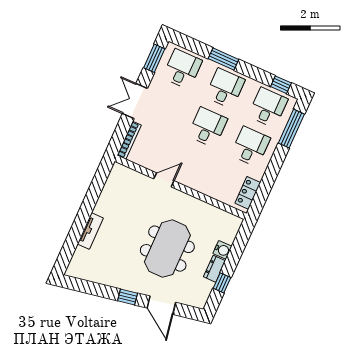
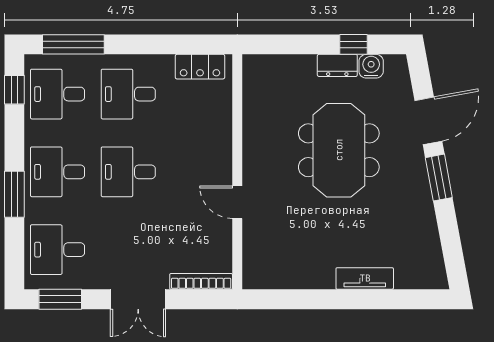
meeting table: (167, 249) -> (339, 150), turned 90
water cooler: (222, 250) -> (371, 66), moved
window: (128, 297) -> (439, 178), width x1.50

